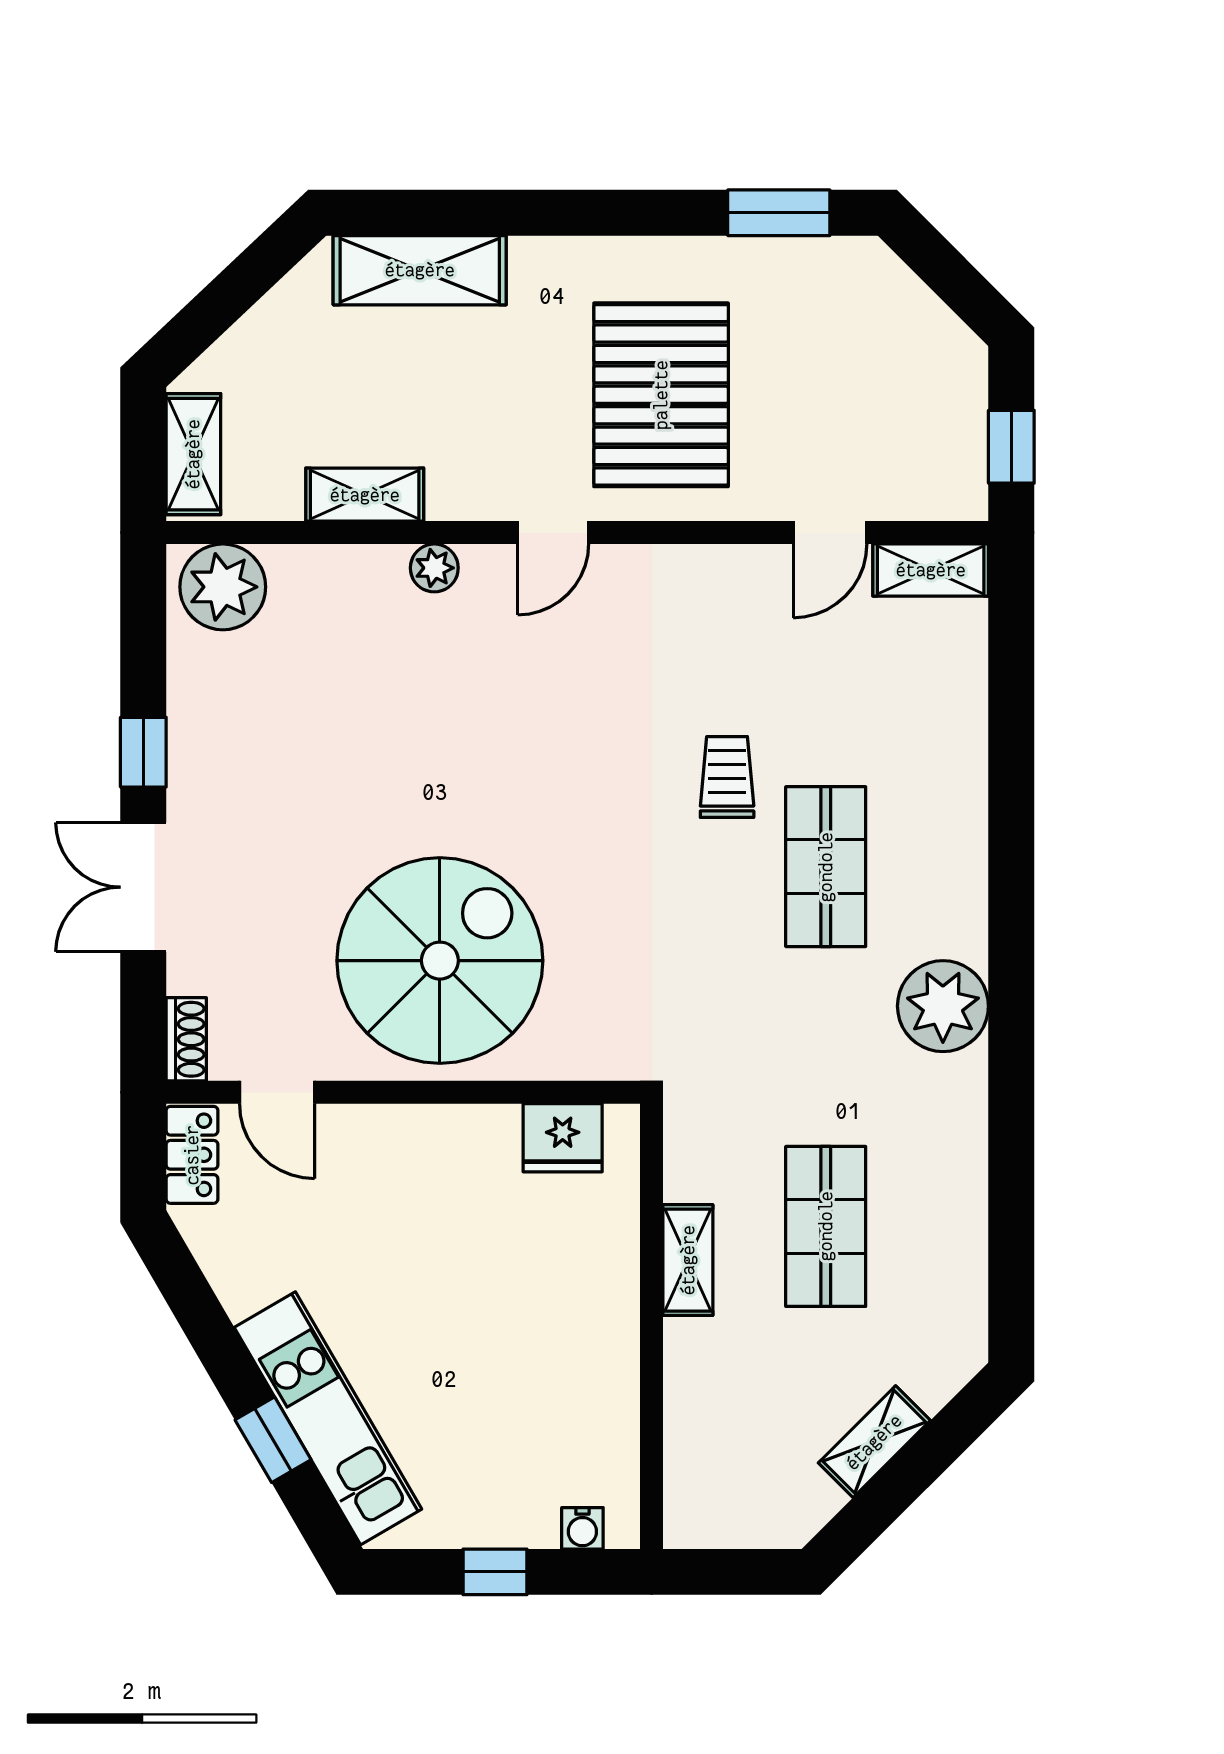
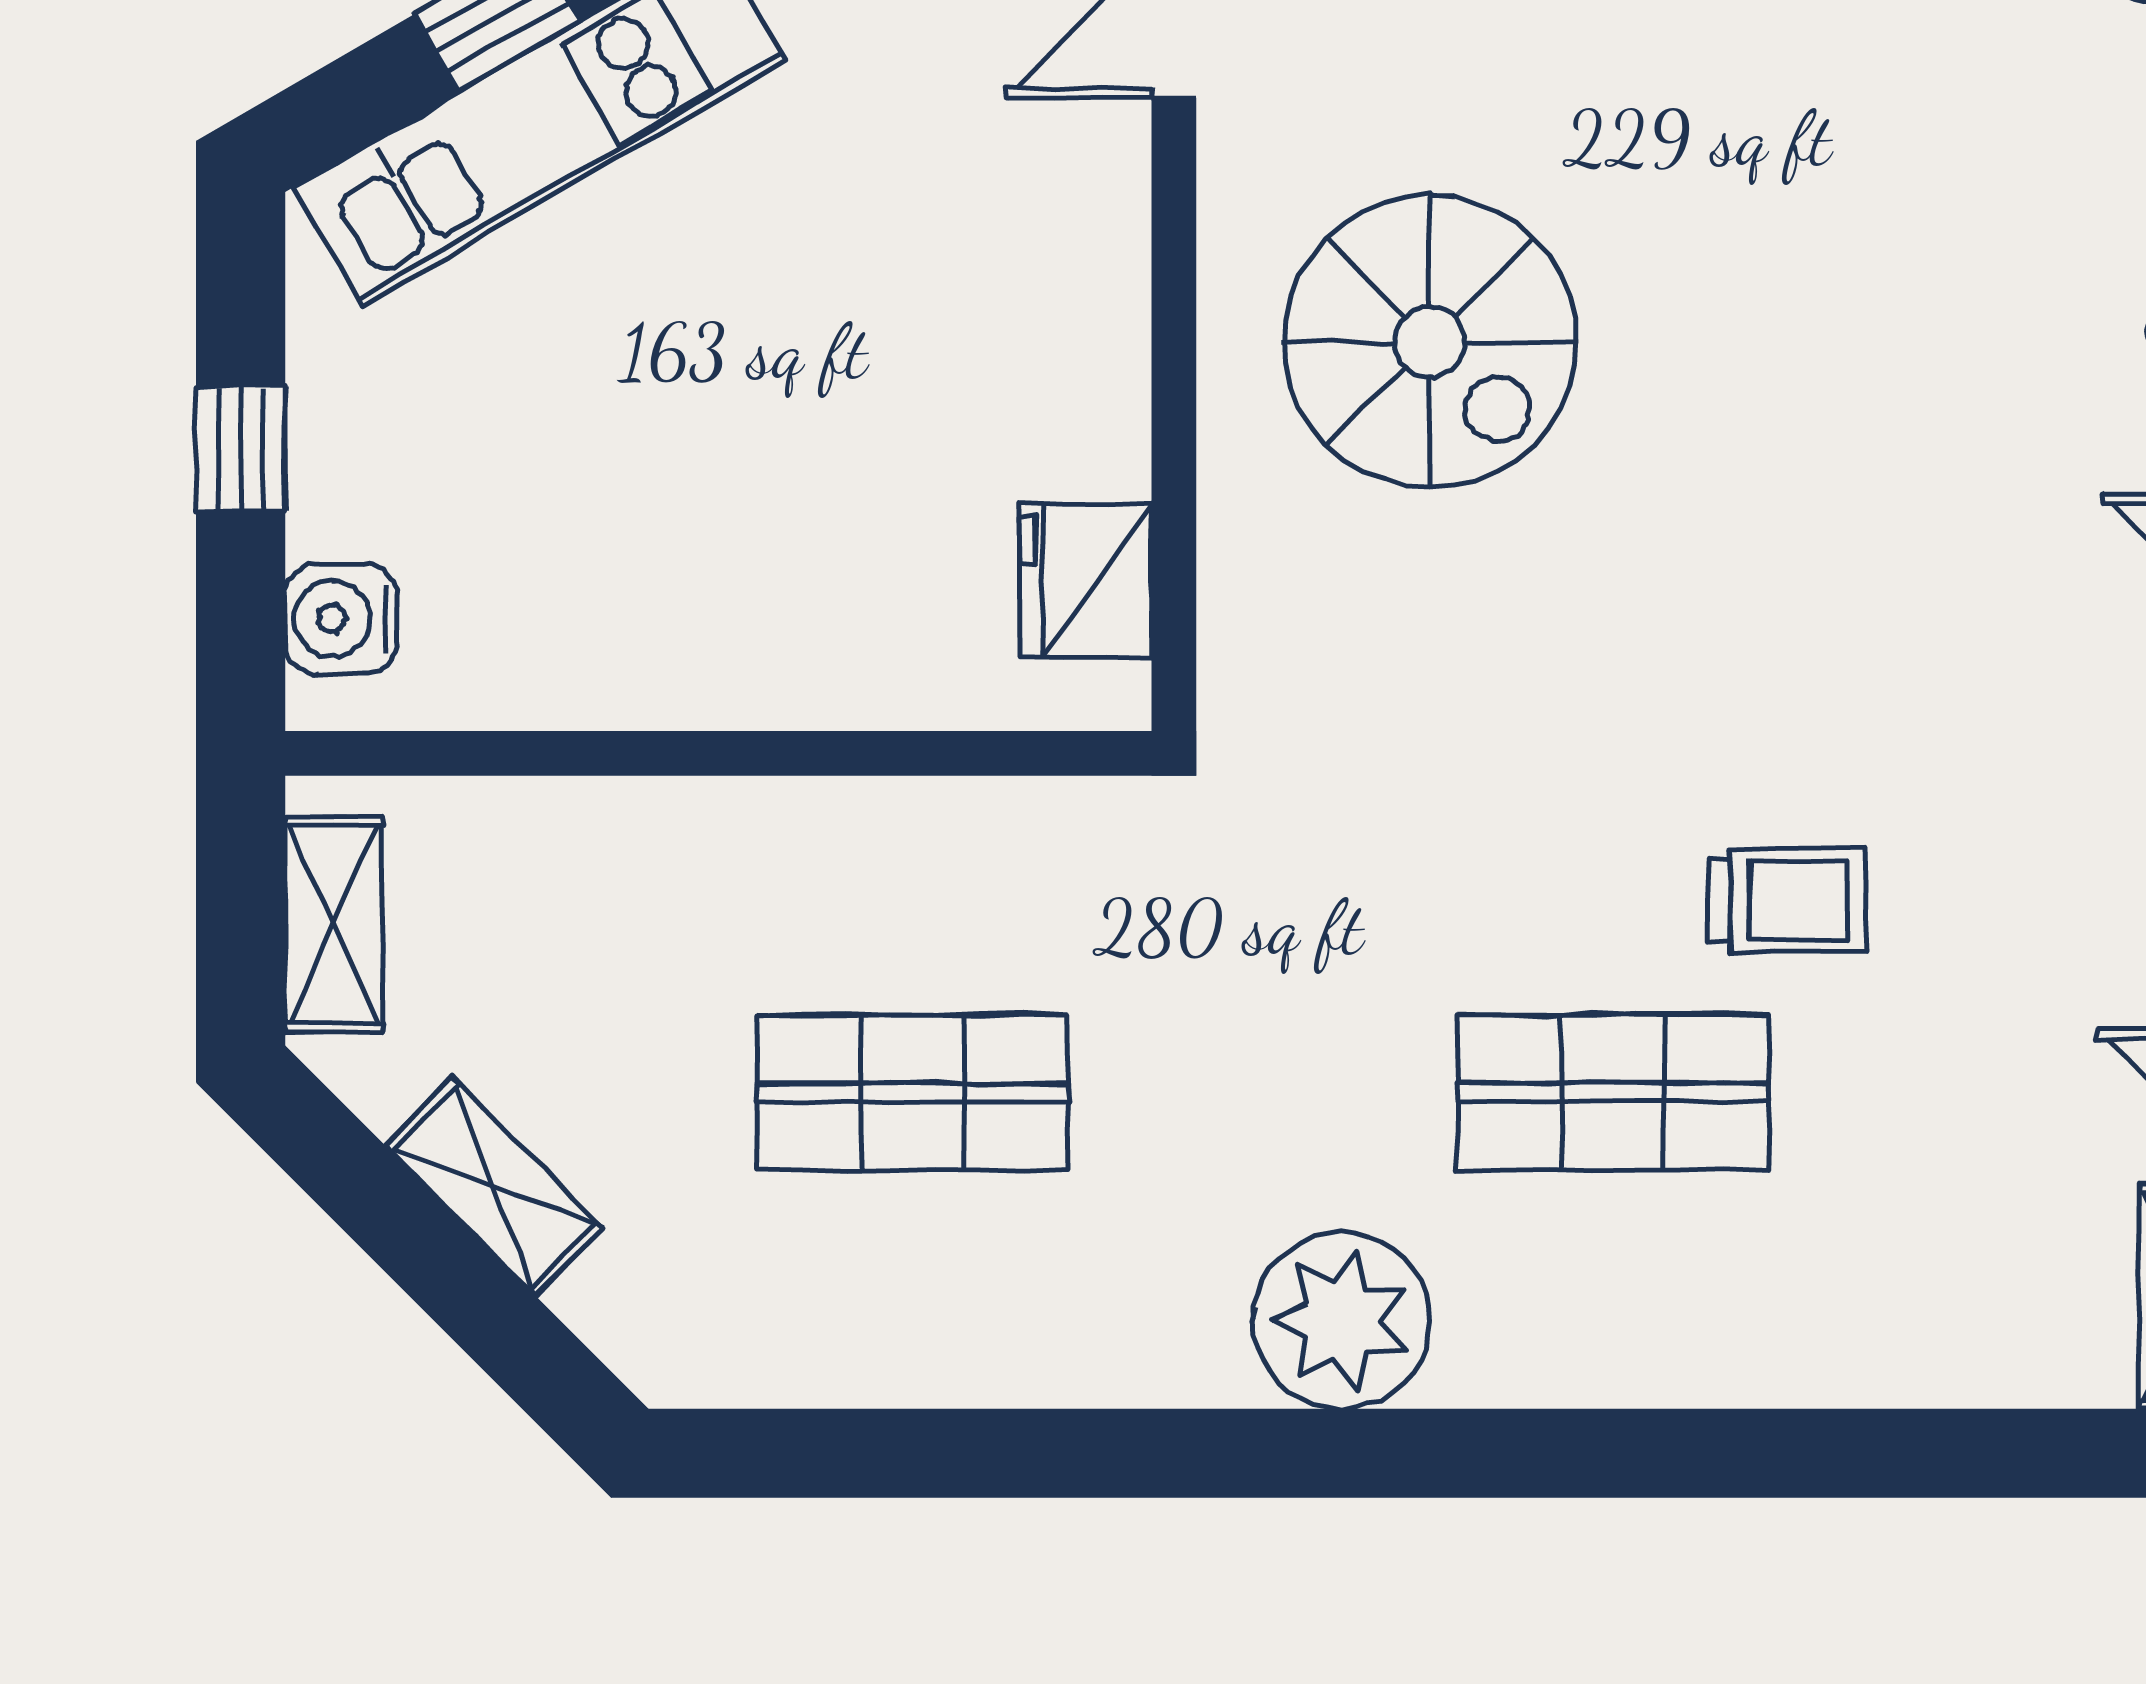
spiral stairs: (440, 961) -> (1430, 342), width x0.73, depth x0.73
shelving: (688, 1260) -> (334, 925), moved, turned 90
water cooler: (582, 1528) -> (341, 619), width x1.38, depth x1.38

